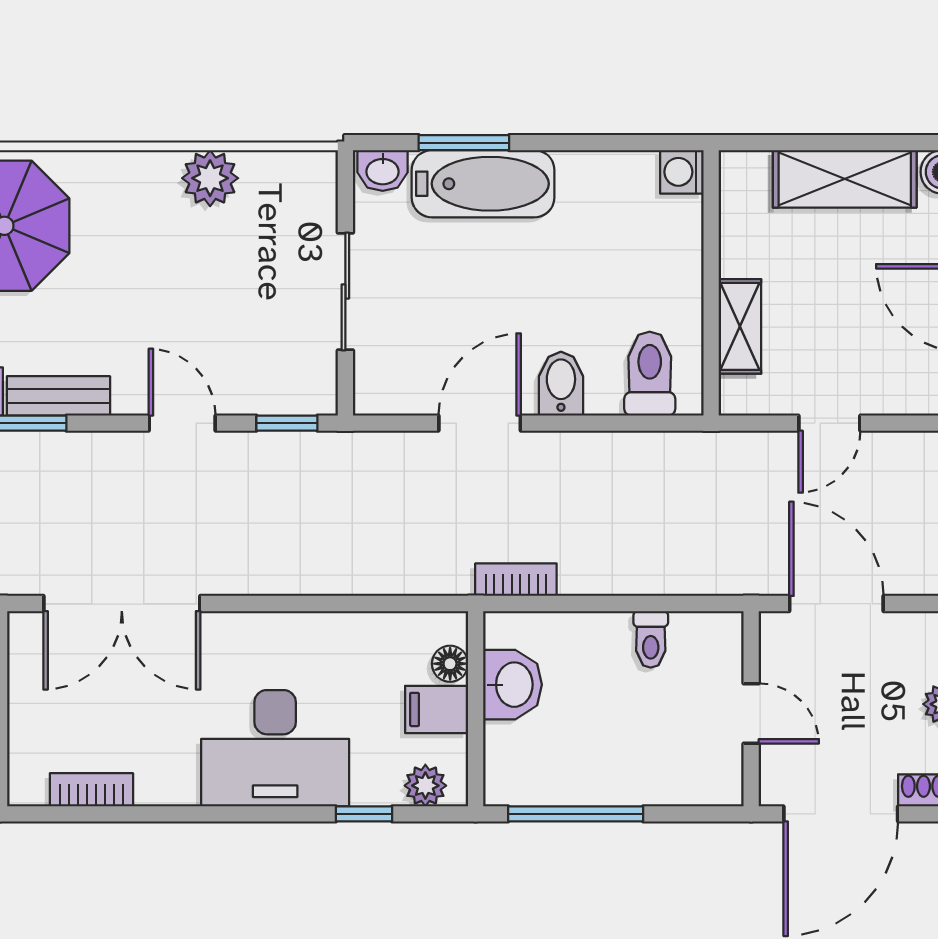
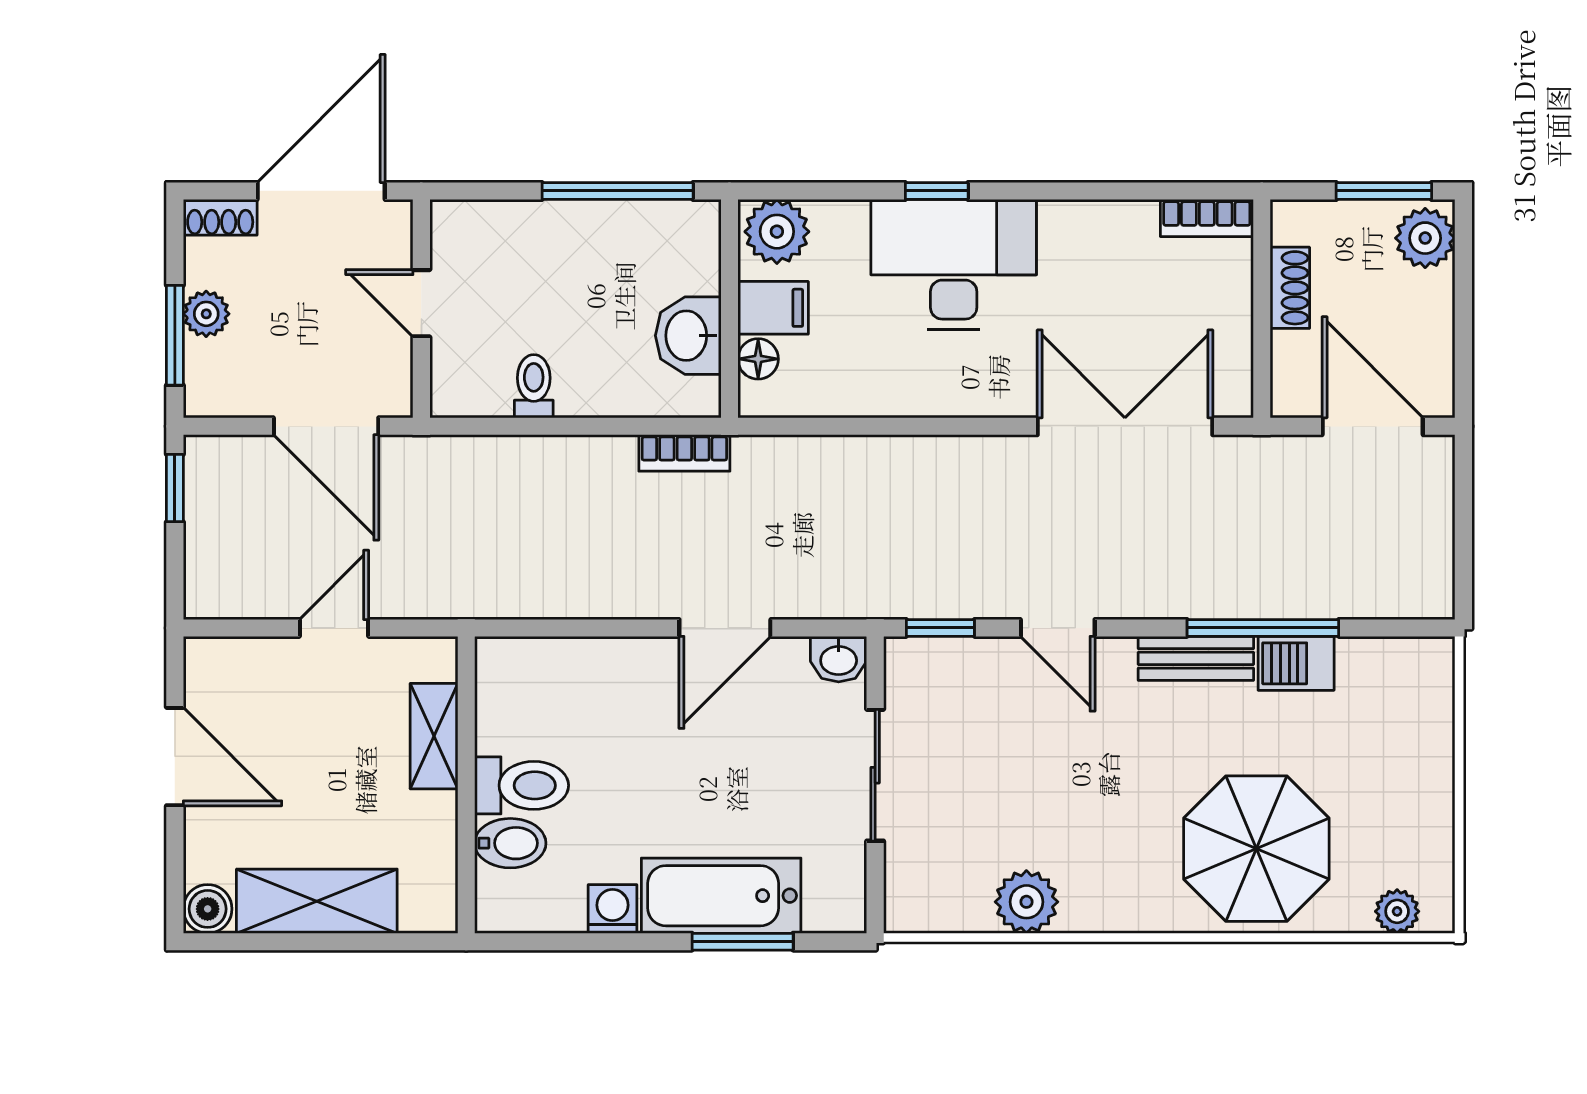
washbasin: (383, 170) -> (839, 659), moved, turned 180
washing machine: (682, 172) -> (612, 909), moved, turned -90
toilet: (650, 374) -> (522, 785), moved, turned -90
bidet: (561, 384) -> (510, 843), moved, turned -90
plant: (425, 786) -> (777, 232), width x1.38, depth x1.38
bookcase: (91, 790) -> (1207, 218), moved
window: (364, 814) -> (937, 191), moved

